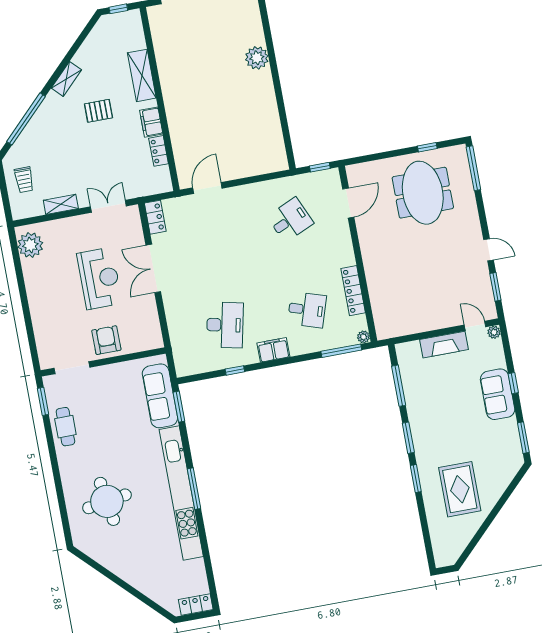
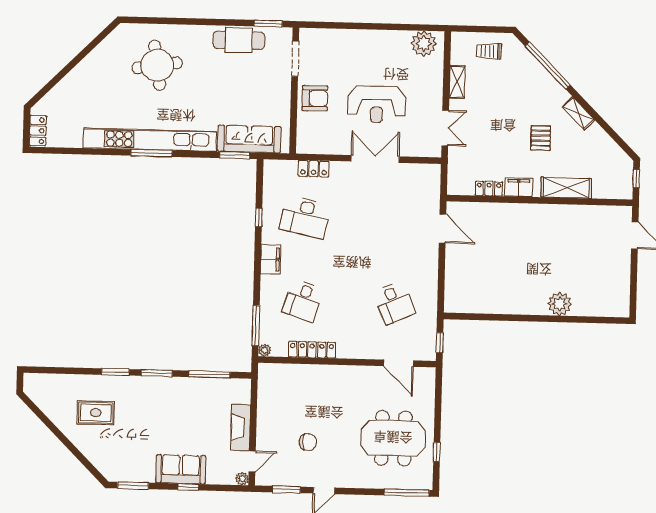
locker: (155, 217) -> (314, 169), moved
chair: (444, 275) -> (308, 442), added
cafe table: (65, 427) -> (239, 40), width x1.37, depth x1.35
rug: (460, 489) -> (96, 413), width x0.73, depth x0.70

